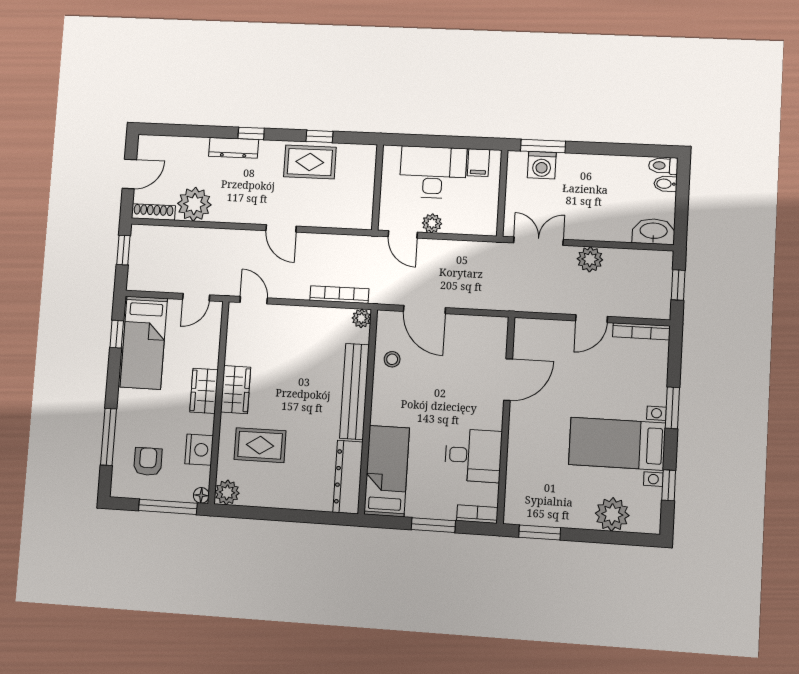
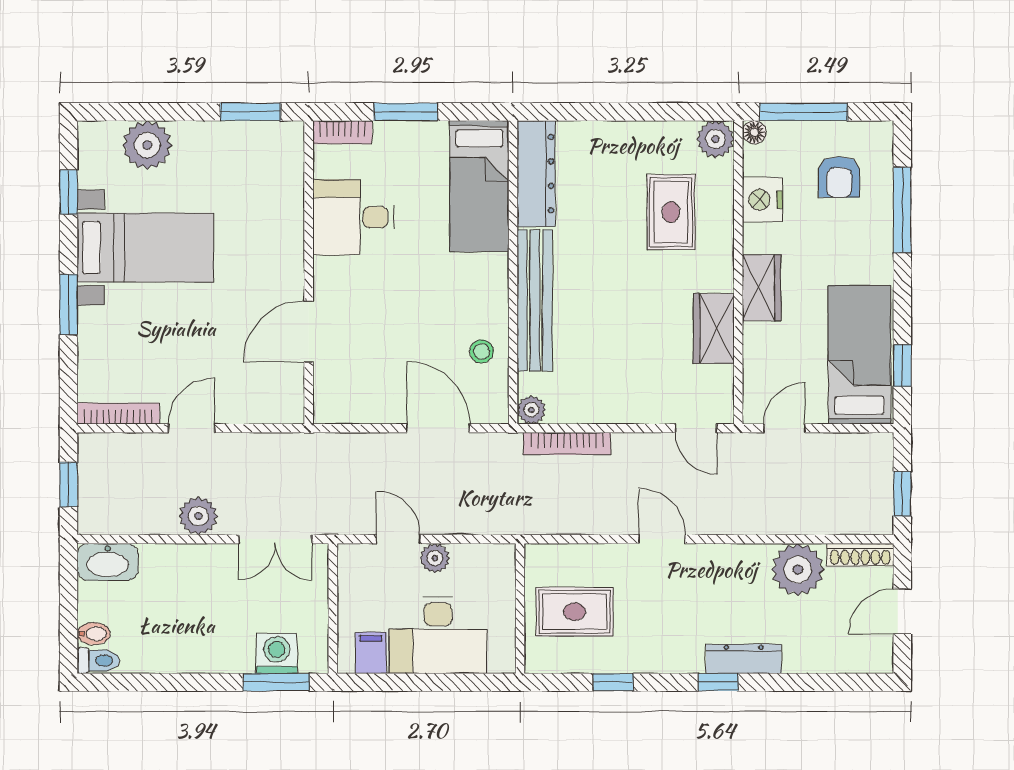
rug: (310, 162) -> (575, 612), moved
door: (403, 234) -> (398, 539), moved
wardrobe: (236, 390) -> (714, 329), moved
rug: (260, 445) -> (671, 212), turned 90

